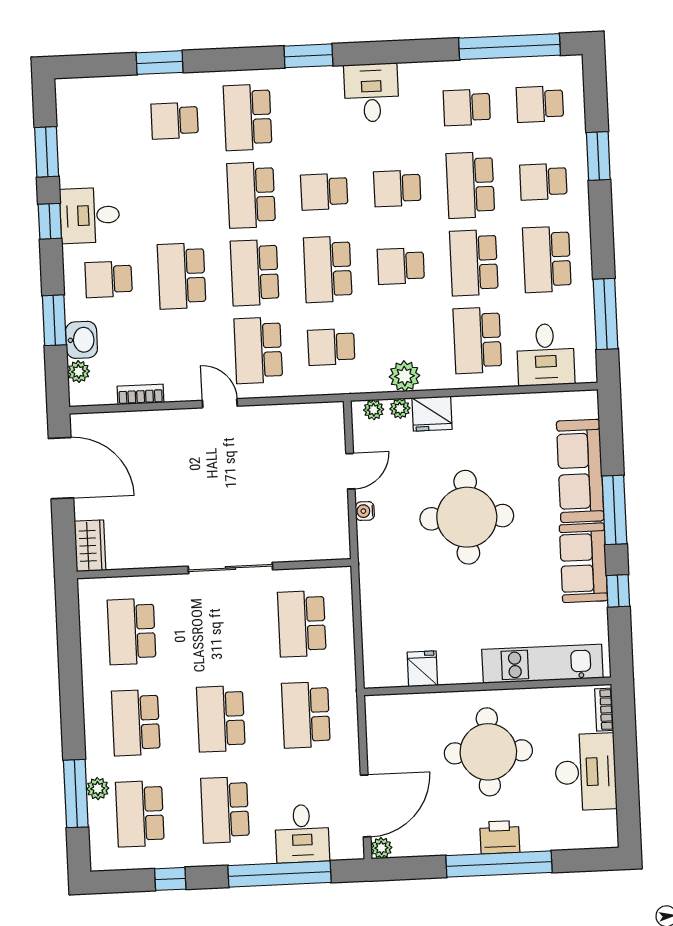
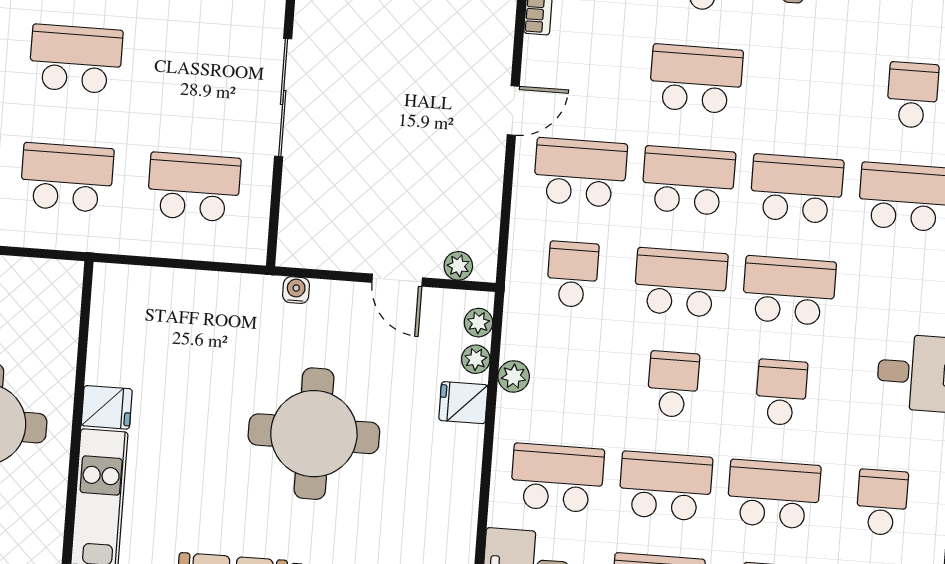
school desk: (324, 192) -> (789, 291), width x1.85
plant: (405, 376) -> (514, 376), width x0.73, depth x0.73
fridge: (432, 414) -> (463, 403), width x0.72
plant: (335, 429) -> (458, 266), added
water cooler: (365, 511) -> (296, 290), moved
fridge: (422, 669) -> (107, 407), moved

